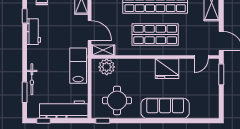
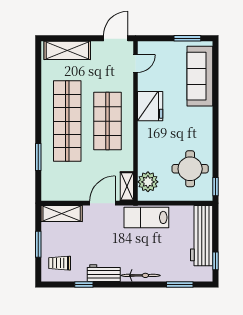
door: (201, 57) -> (136, 63), hinge flipped
window: (221, 74) -> (187, 38), moved
bicycle: (32, 79) -> (141, 275), moved
sofa: (165, 108) -> (200, 76), moved

